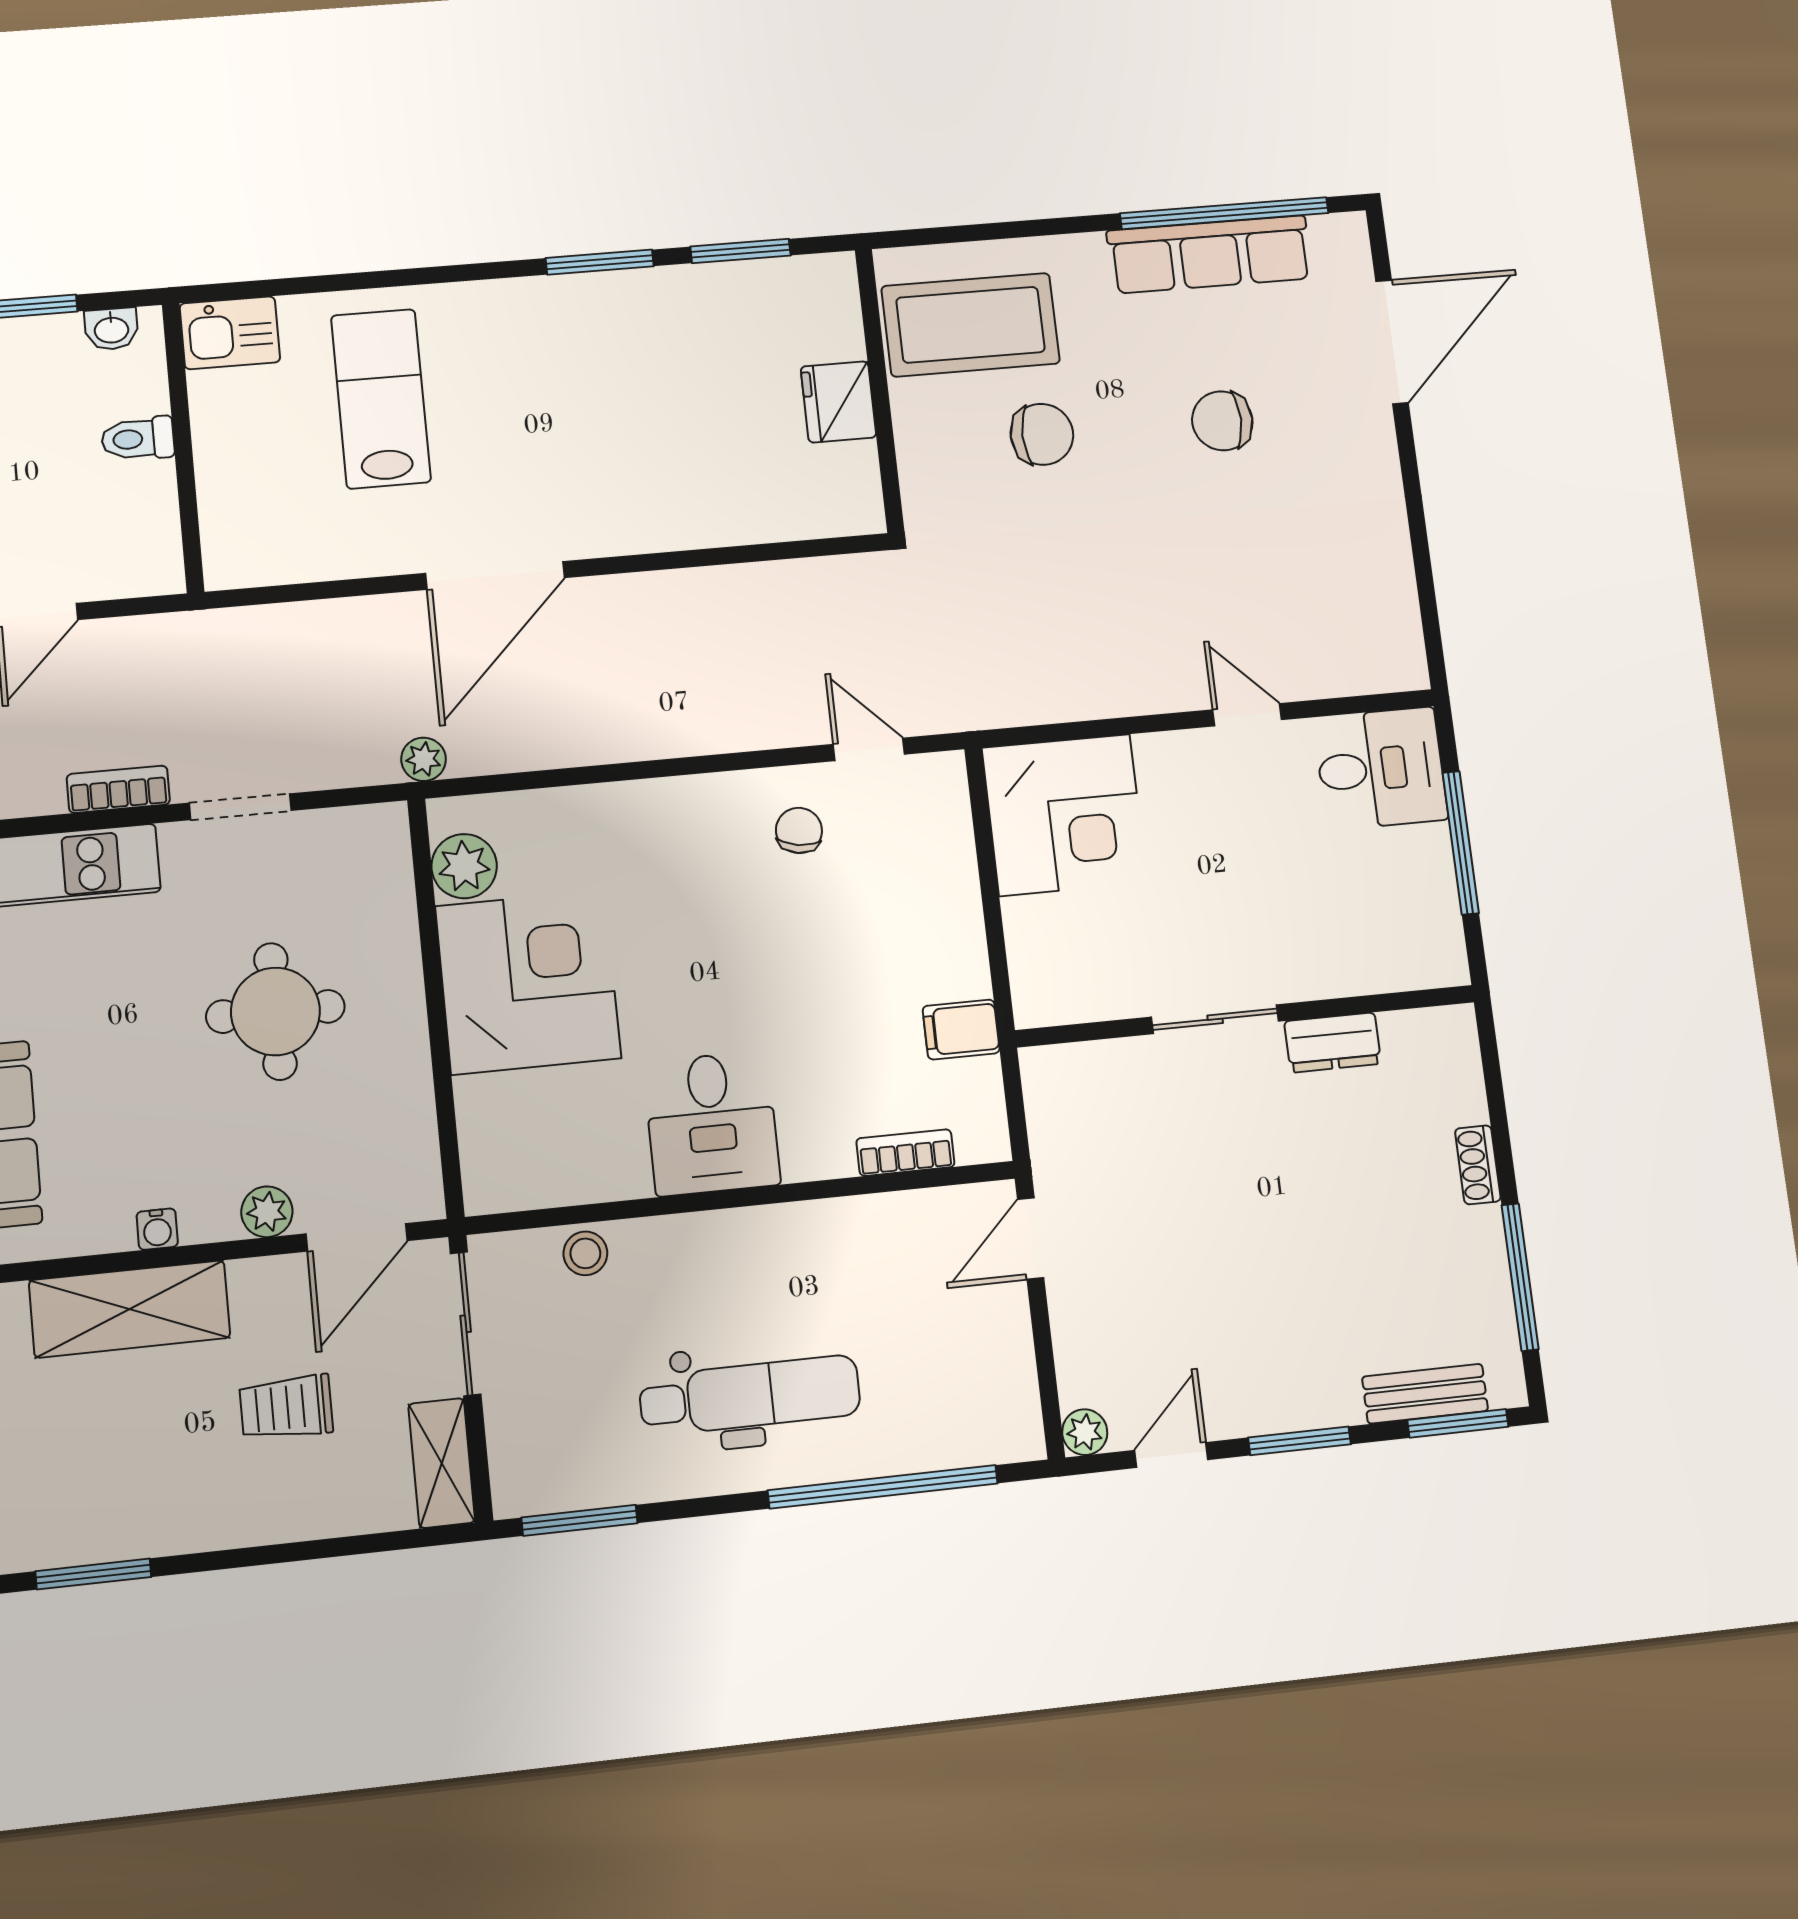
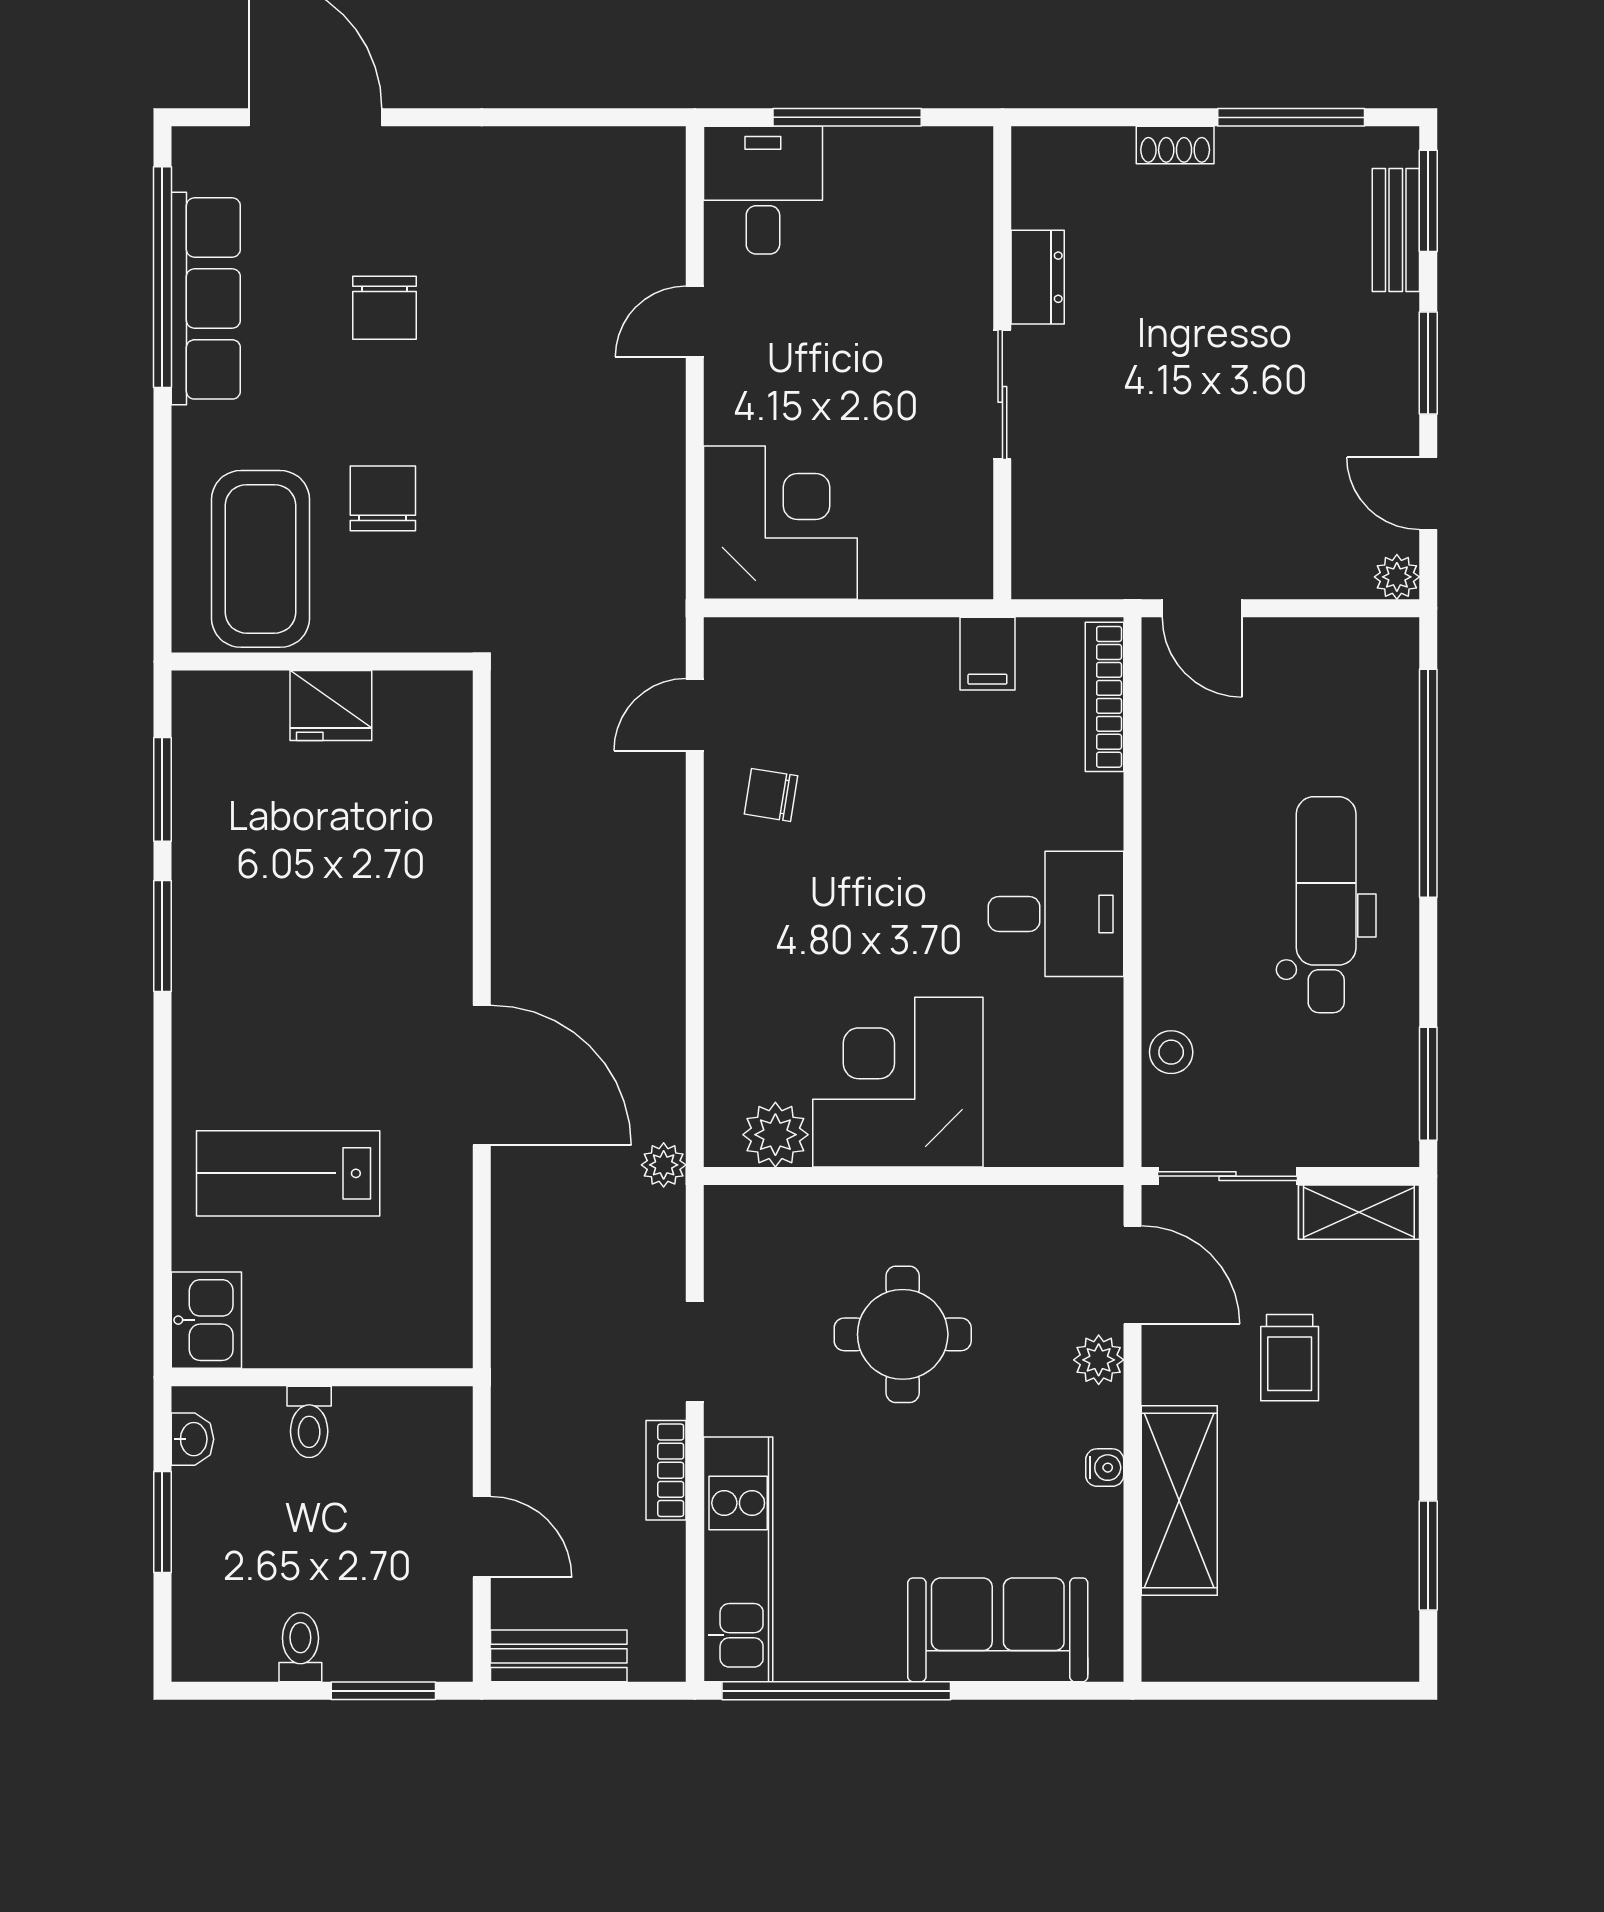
bookcase: (905, 1153) -> (1104, 697), width x1.56

